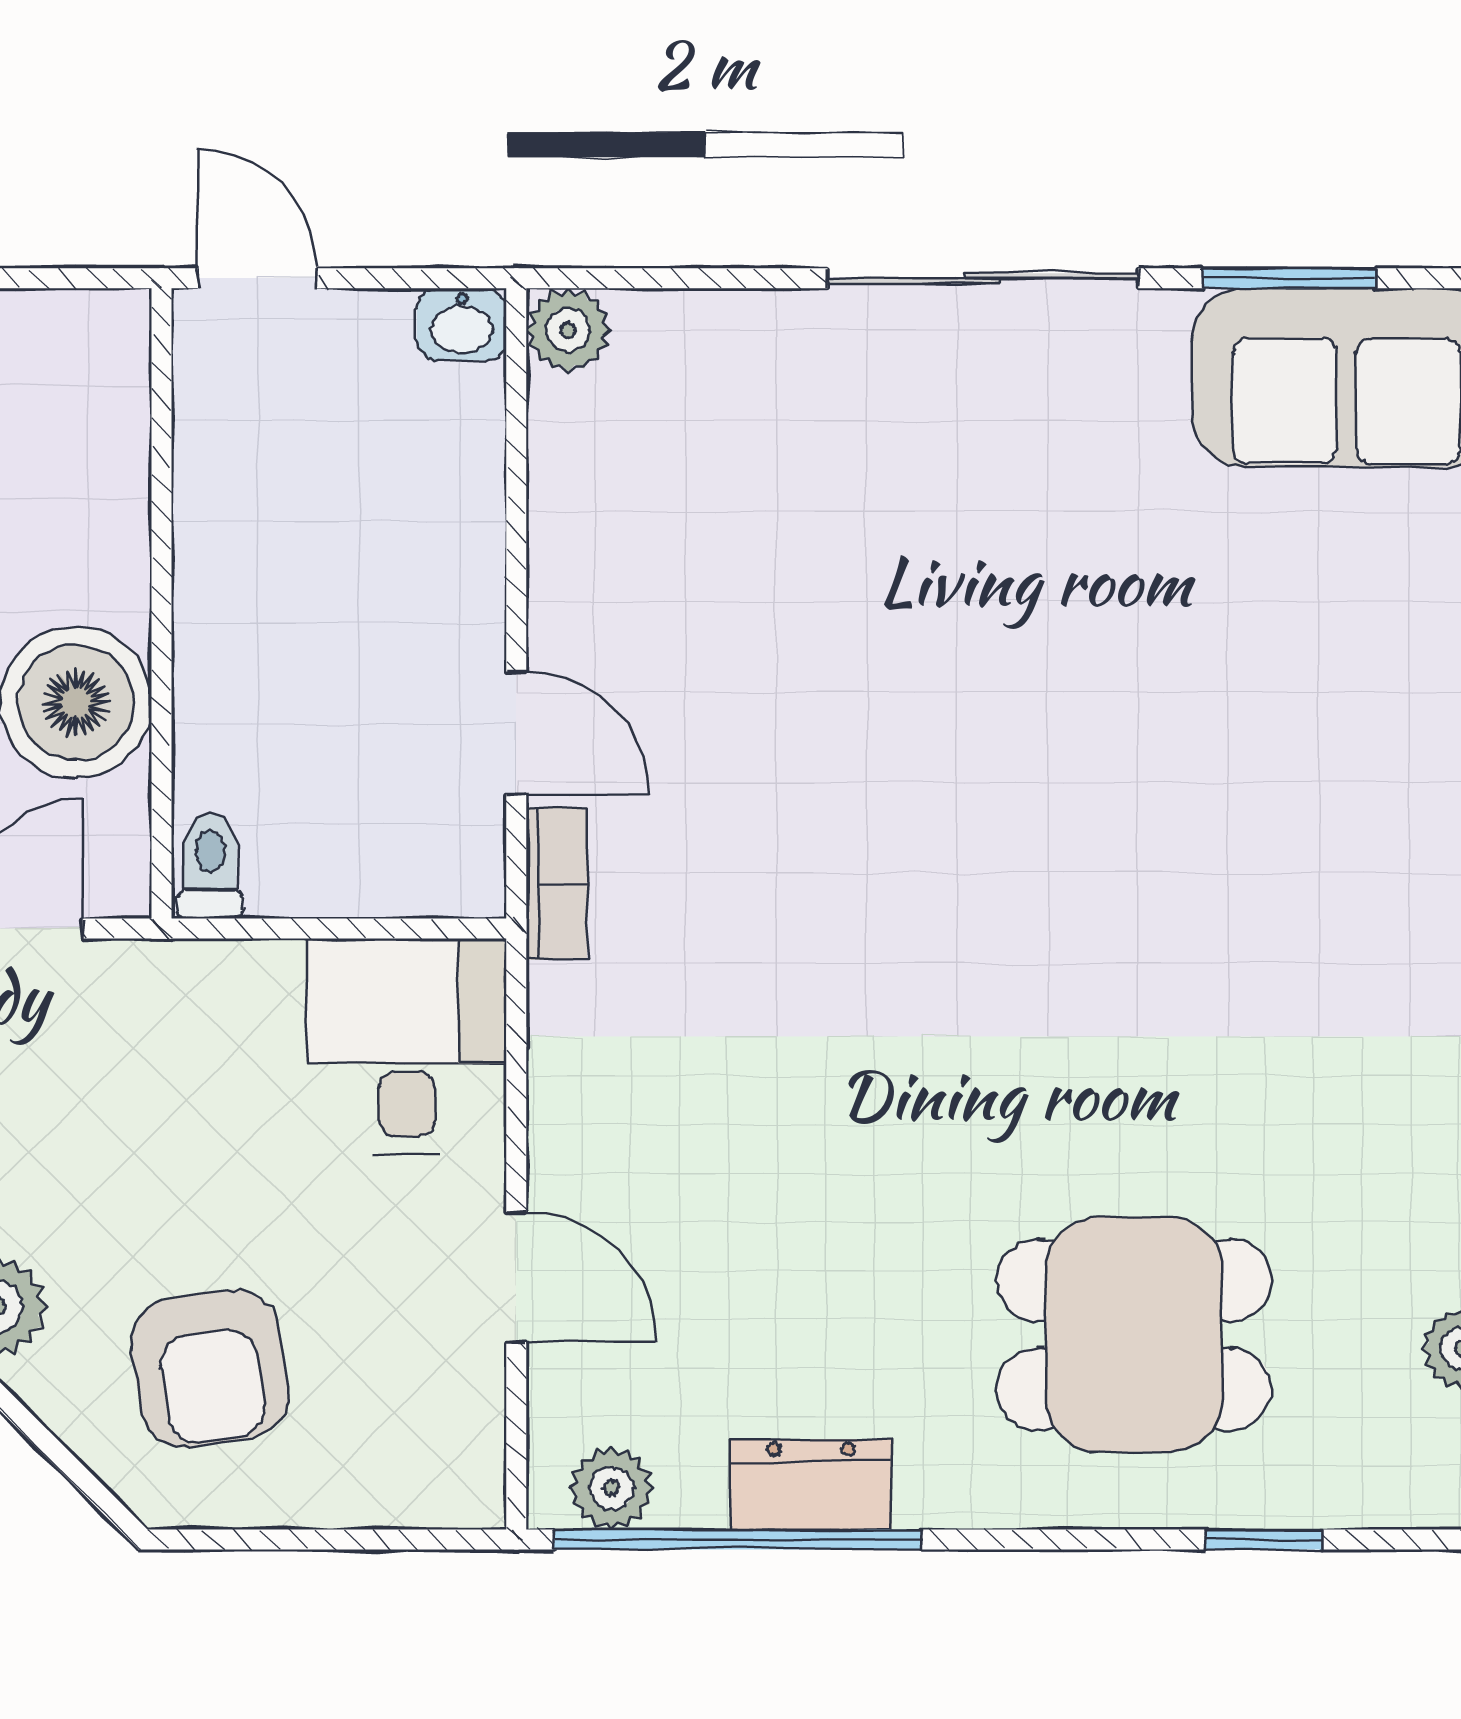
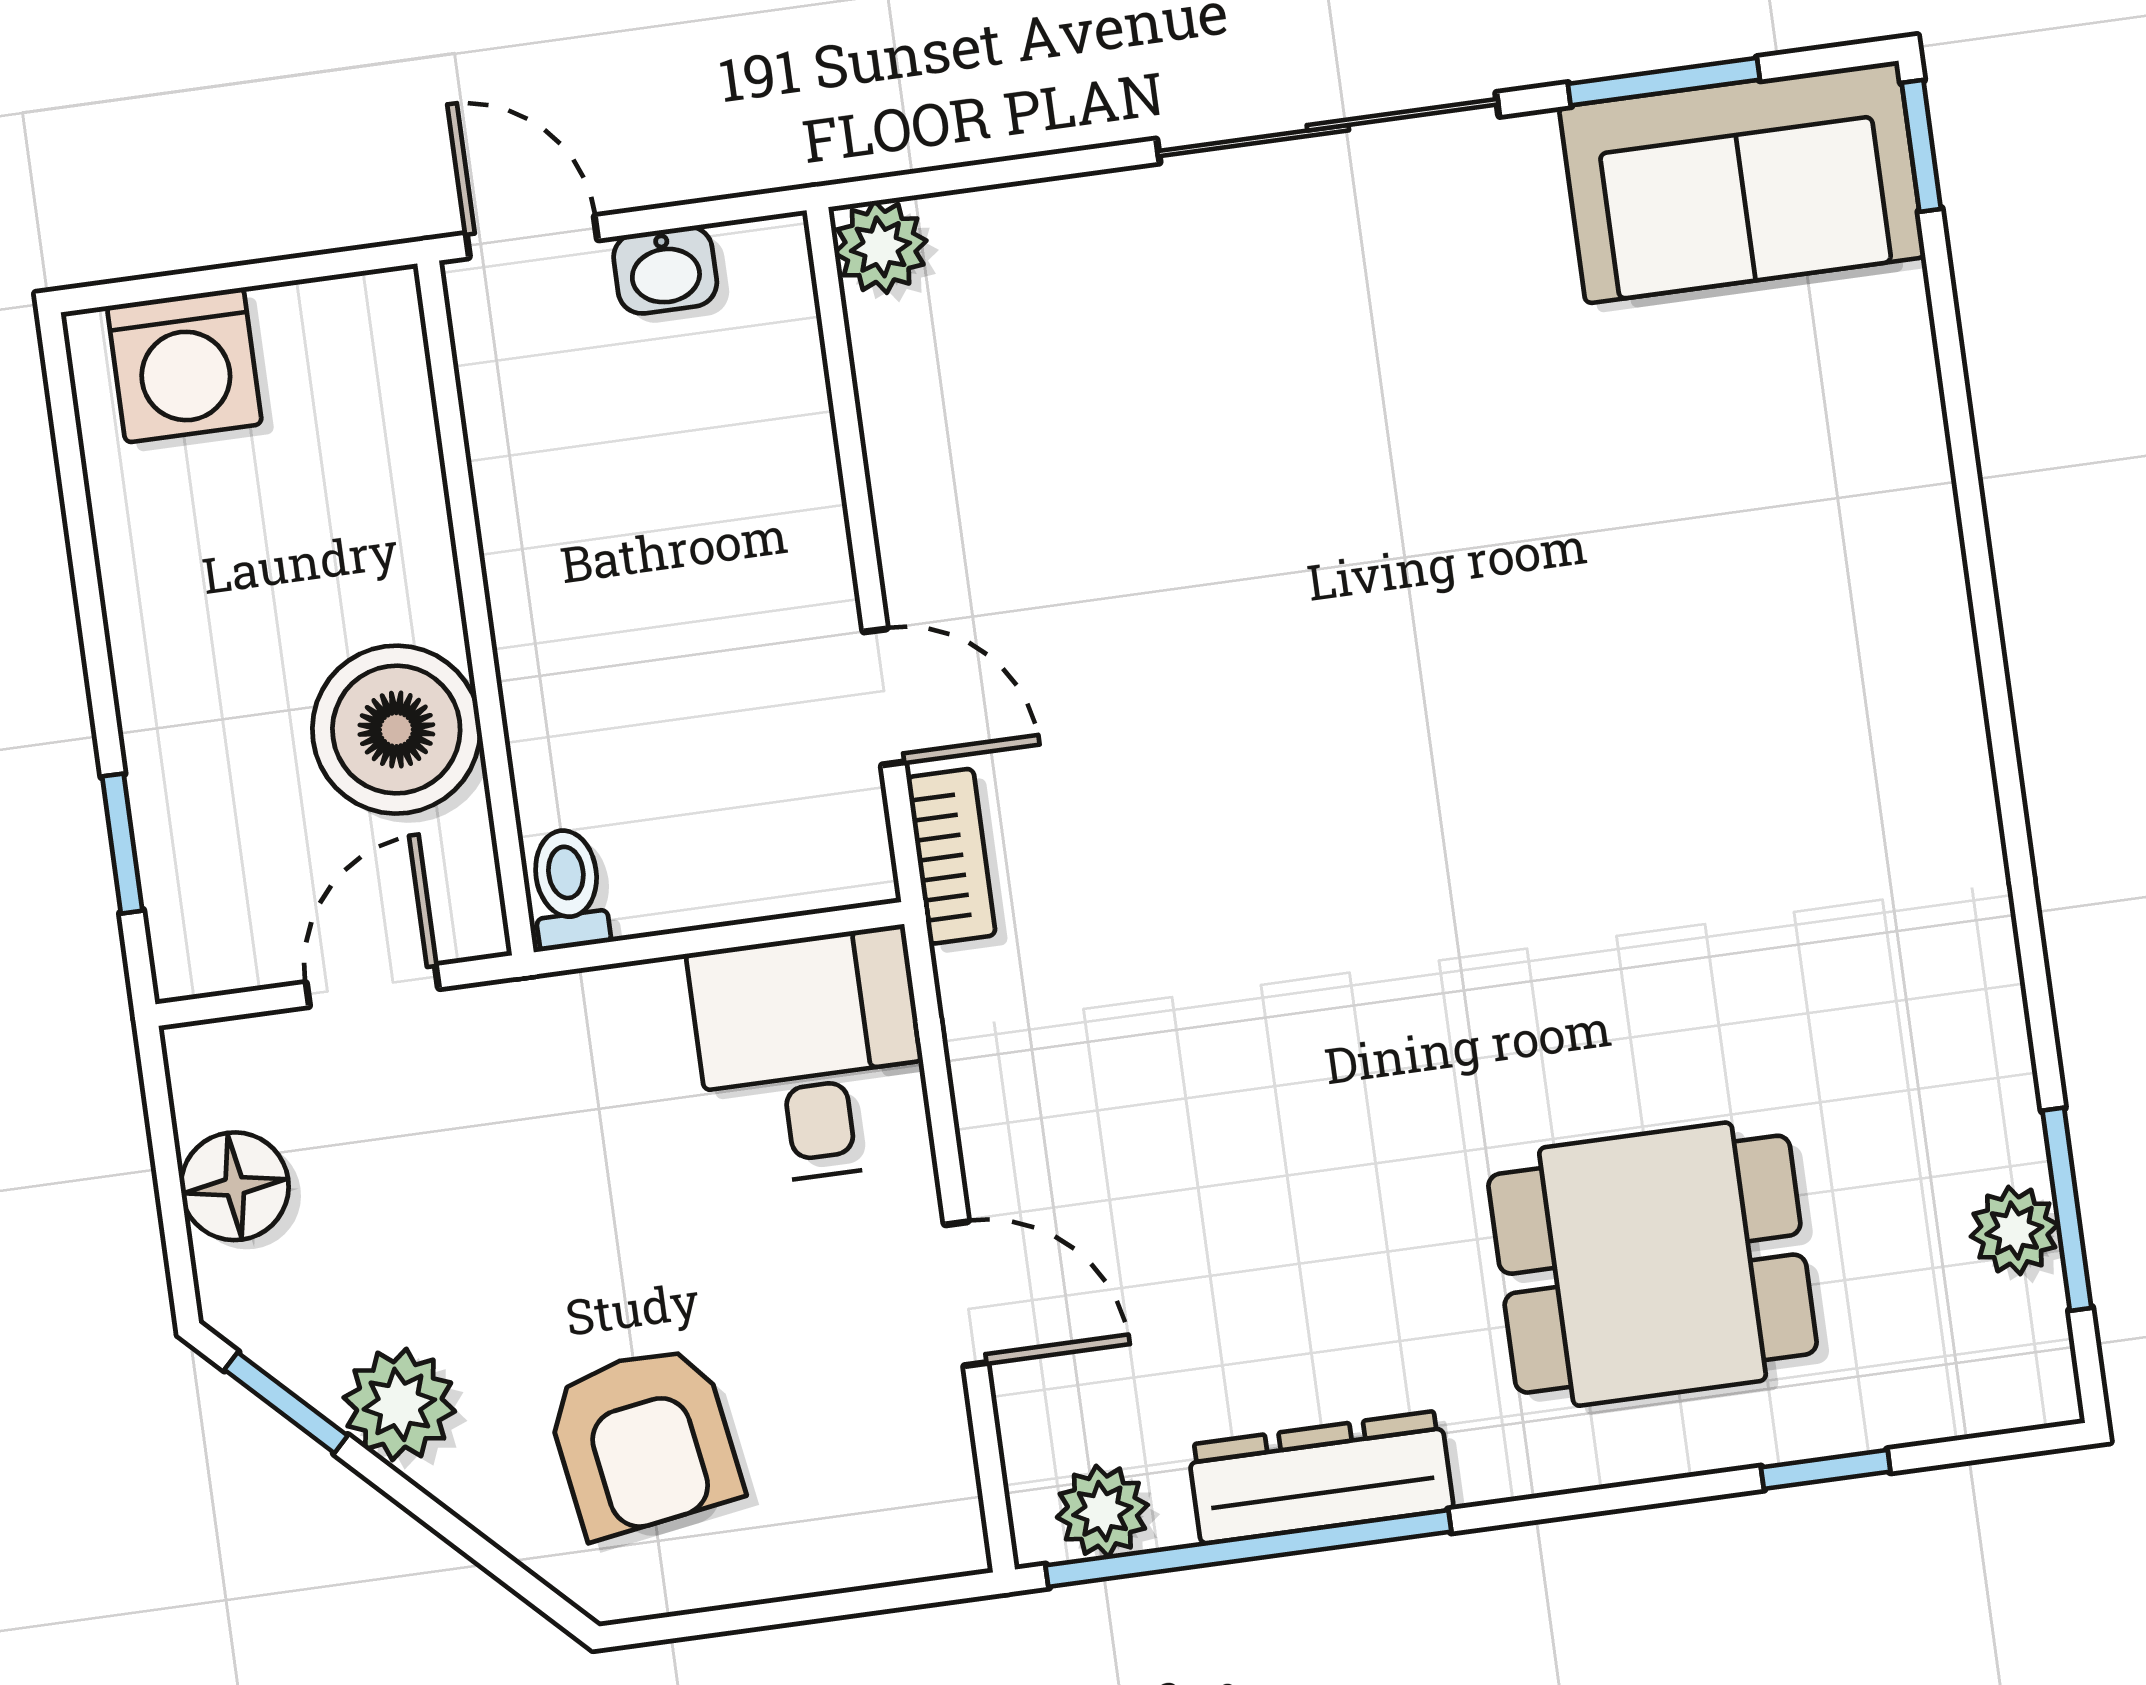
washbasin: (462, 324) -> (665, 270), moved
dresser: (811, 1484) -> (1321, 1477), width x1.44

